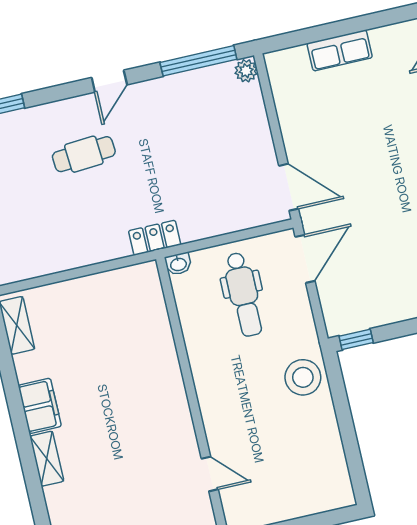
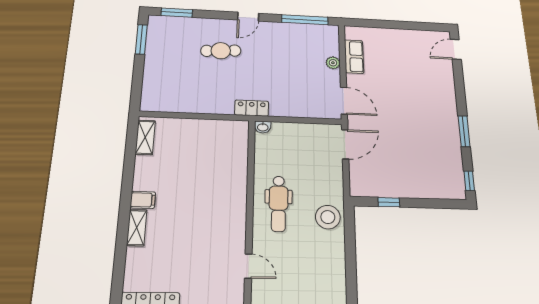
row of seats: (340, 50) -> (354, 57), moved, turned -90
plant: (246, 71) -> (333, 63), moved
dental chair: (244, 294) -> (279, 204), moved
window: (356, 339) -> (389, 202), moved
filing cabinet: (40, 406) -> (143, 200), width x0.50

